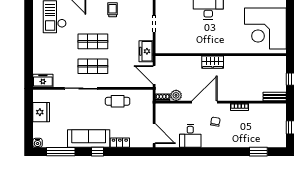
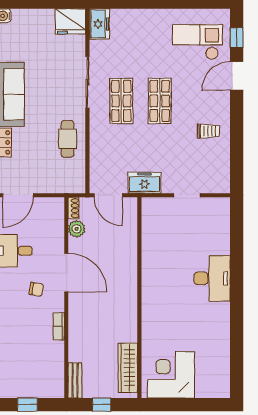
corner desk: (265, 29) -> (171, 375), width x0.74, depth x0.74
wardrobe: (213, 62) -> (128, 368), moved, width x1.50
door: (154, 75) -> (108, 195), swing flipped
fridge: (41, 112) -> (70, 21), moved

